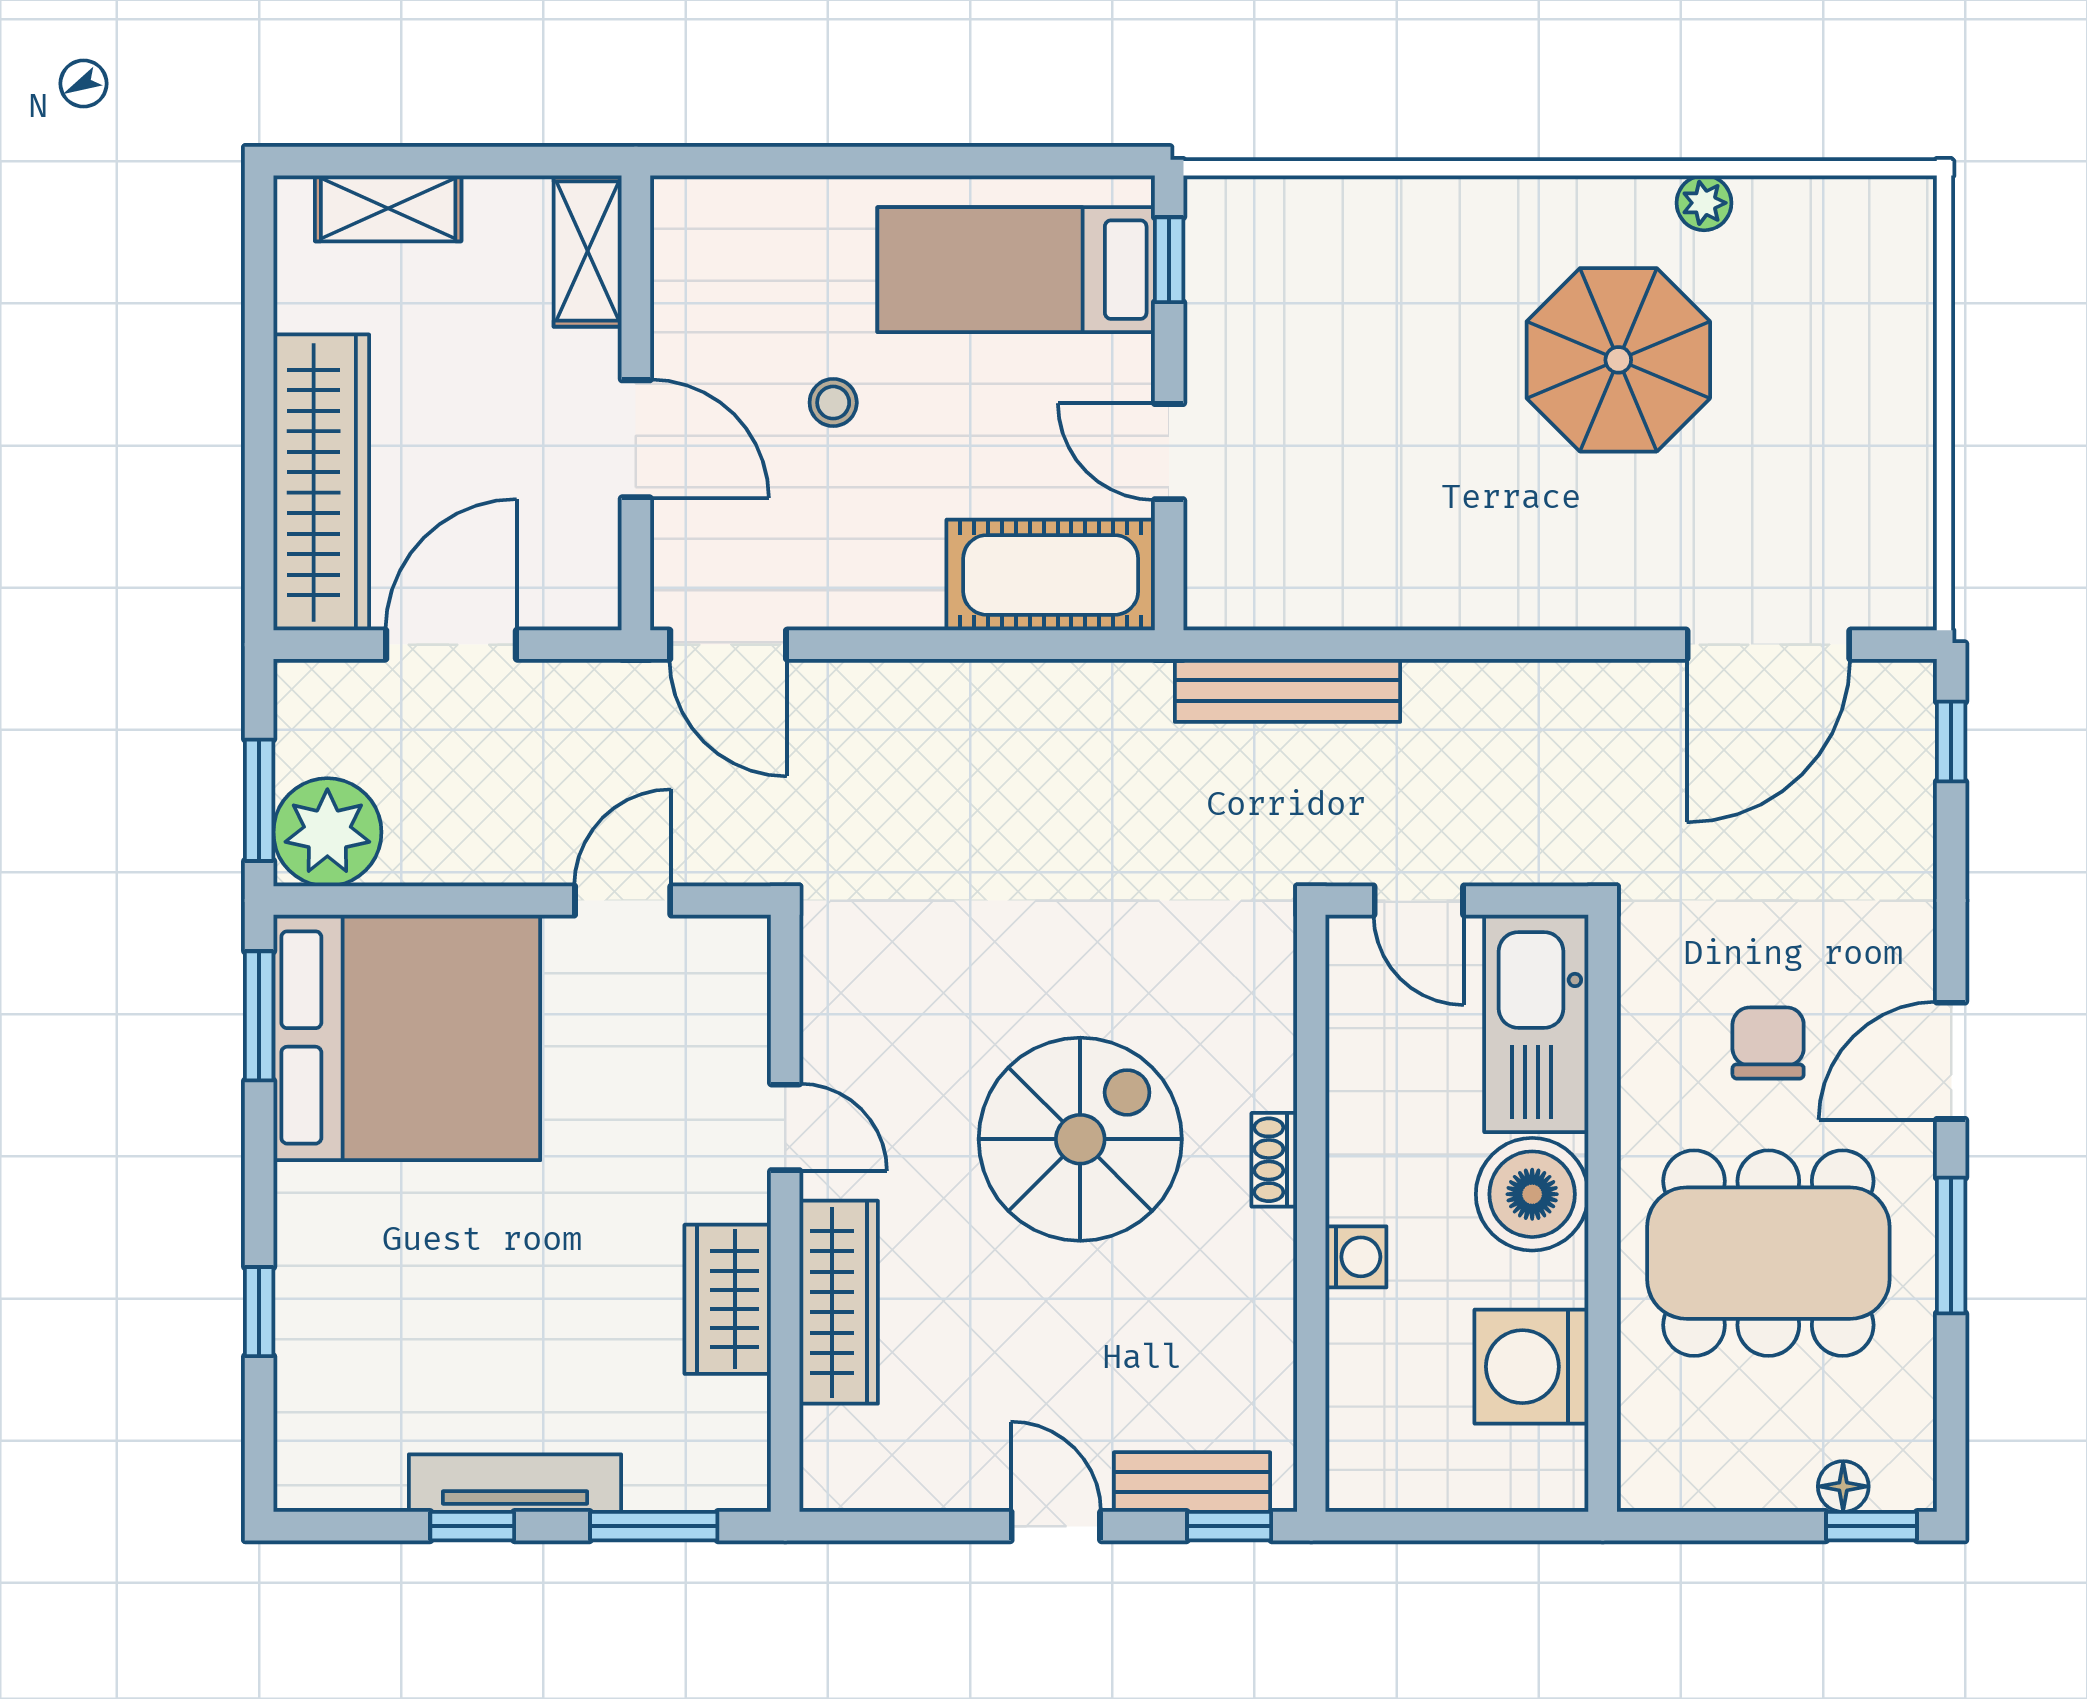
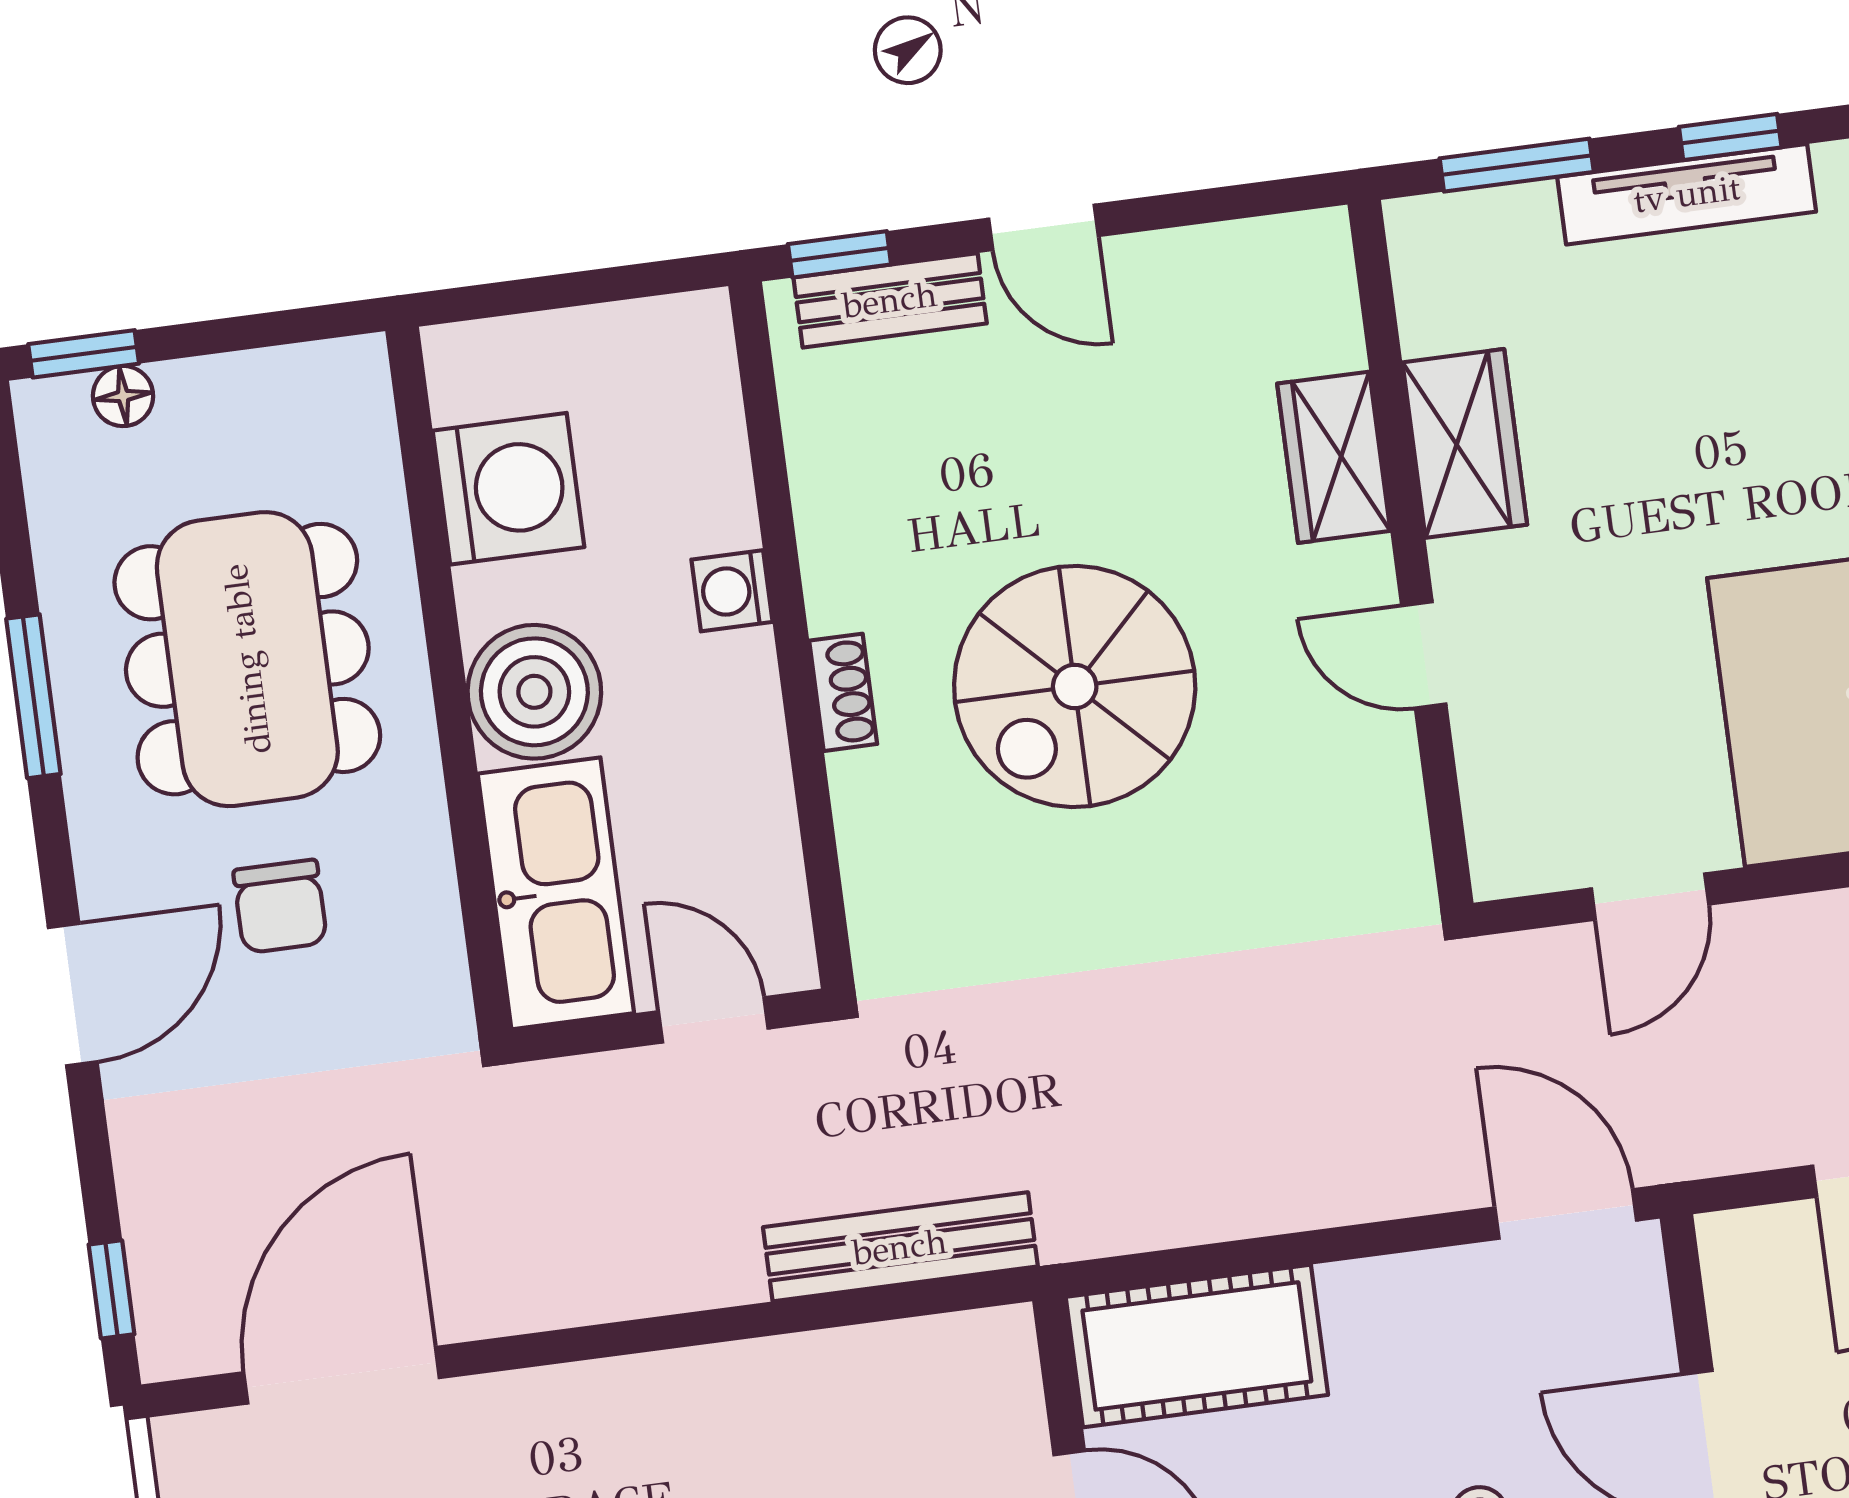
door: (1951, 1061) -> (73, 995), moved
dining table: (1768, 1253) -> (247, 659), turned 90
wardrobe: (839, 1302) -> (1334, 457), width x0.67

